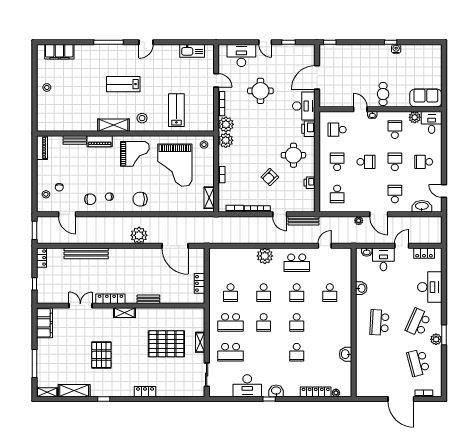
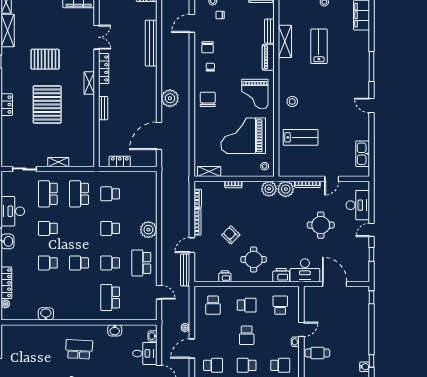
lab bench: (123, 84) -> (319, 46), moved
shelving: (114, 125) -> (285, 41), moved
school desk: (395, 162) -> (247, 365), turned 180
school desk: (337, 194) -> (213, 305), turned -90
school desk: (330, 293) -> (110, 297), width x1.85
school desk: (264, 322) -> (48, 228), moved
pallet: (166, 344) -> (47, 104), moved

